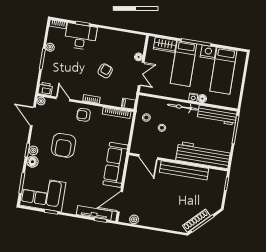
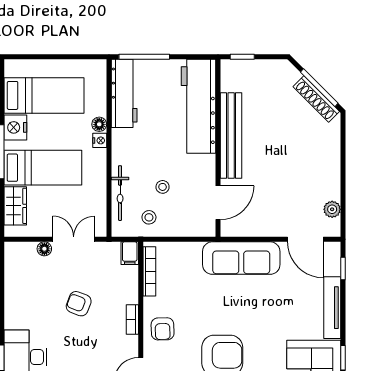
bicycle: (183, 107) -> (120, 193), moved
tv unit: (94, 213) -> (332, 308), moved

